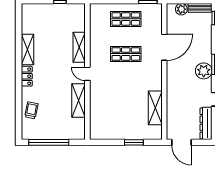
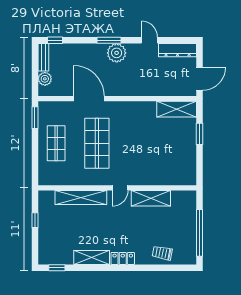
window: (19, 20) -> (57, 268), added
shelving: (79, 47) -> (81, 198), width x1.47
shop shelf: (126, 54) -> (97, 143), width x1.43, depth x1.36
shelving: (155, 108) -> (177, 109), moved

